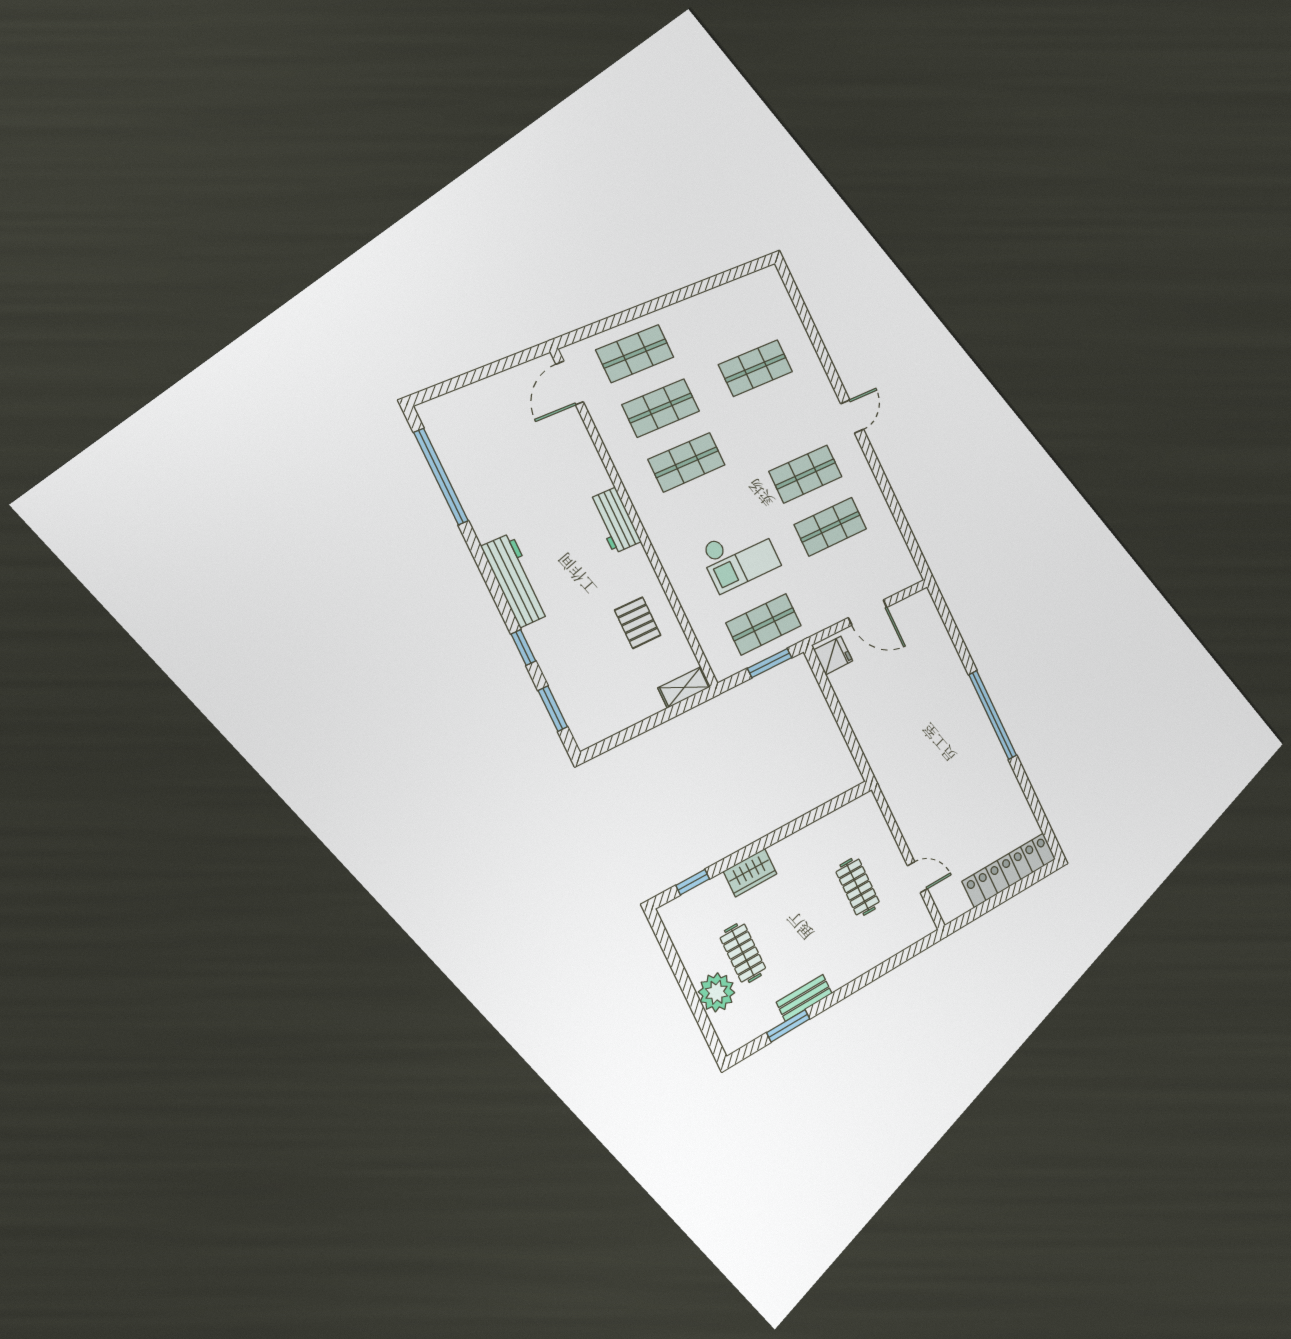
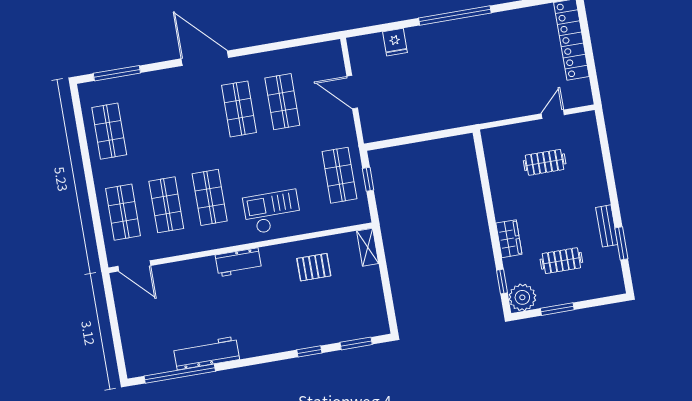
window: (802, 311) -> (117, 73), added
shop shelf: (755, 368) -> (109, 131), moved
door: (852, 417) -> (205, 58), width x1.87
checkout: (740, 557) -> (272, 212), moved, turned -90
workbench: (516, 580) -> (206, 353), moved
door: (868, 612) -> (352, 92), swing flipped
fridge: (833, 655) -> (395, 42), moved, turned 180
window: (770, 663) -> (368, 179), width x0.67
window: (679, 970) -> (557, 309), added
plant: (717, 992) -> (522, 297), moved

